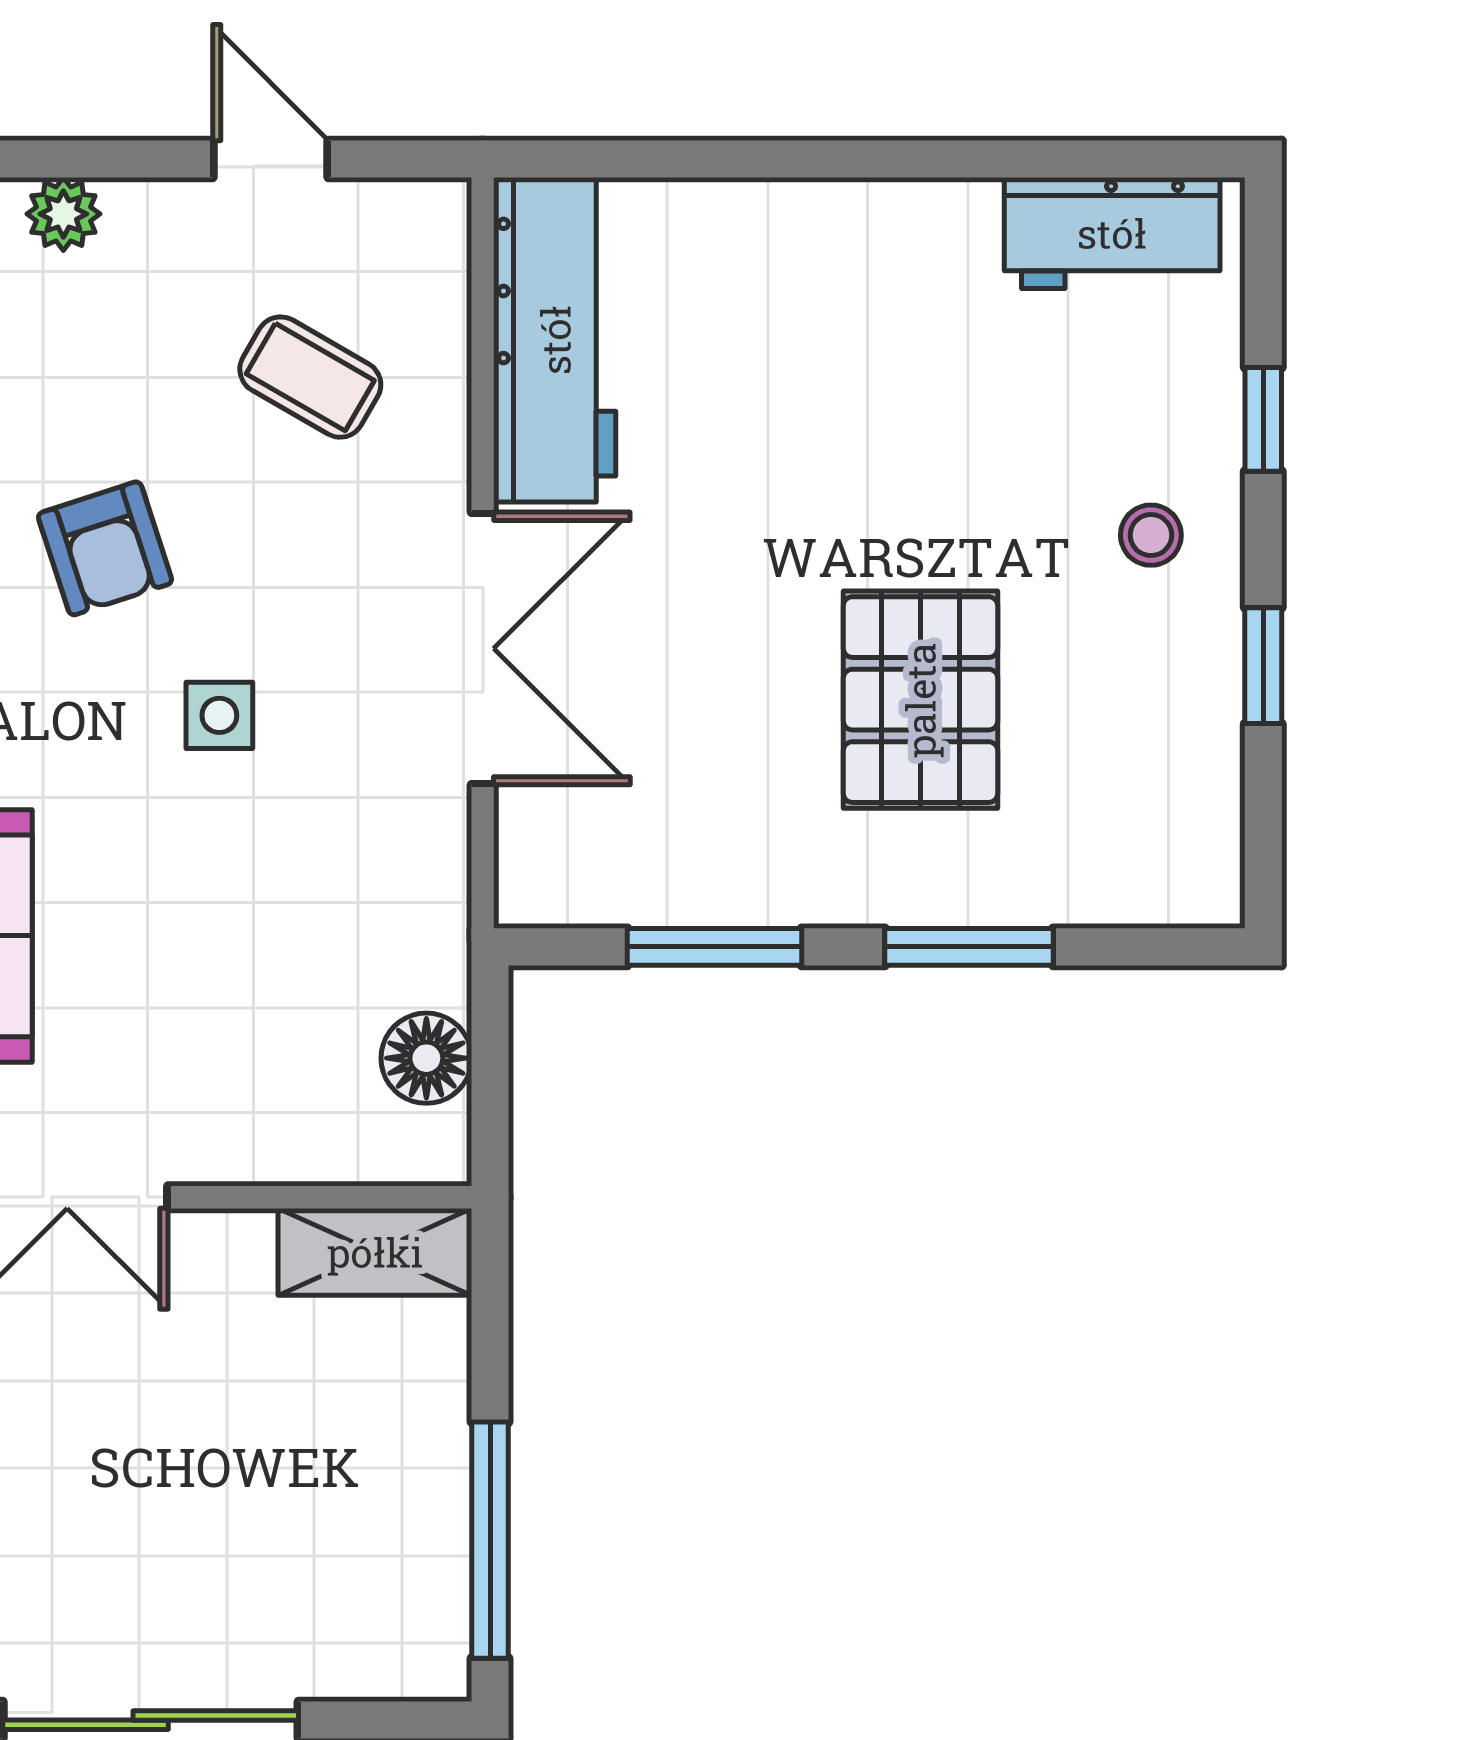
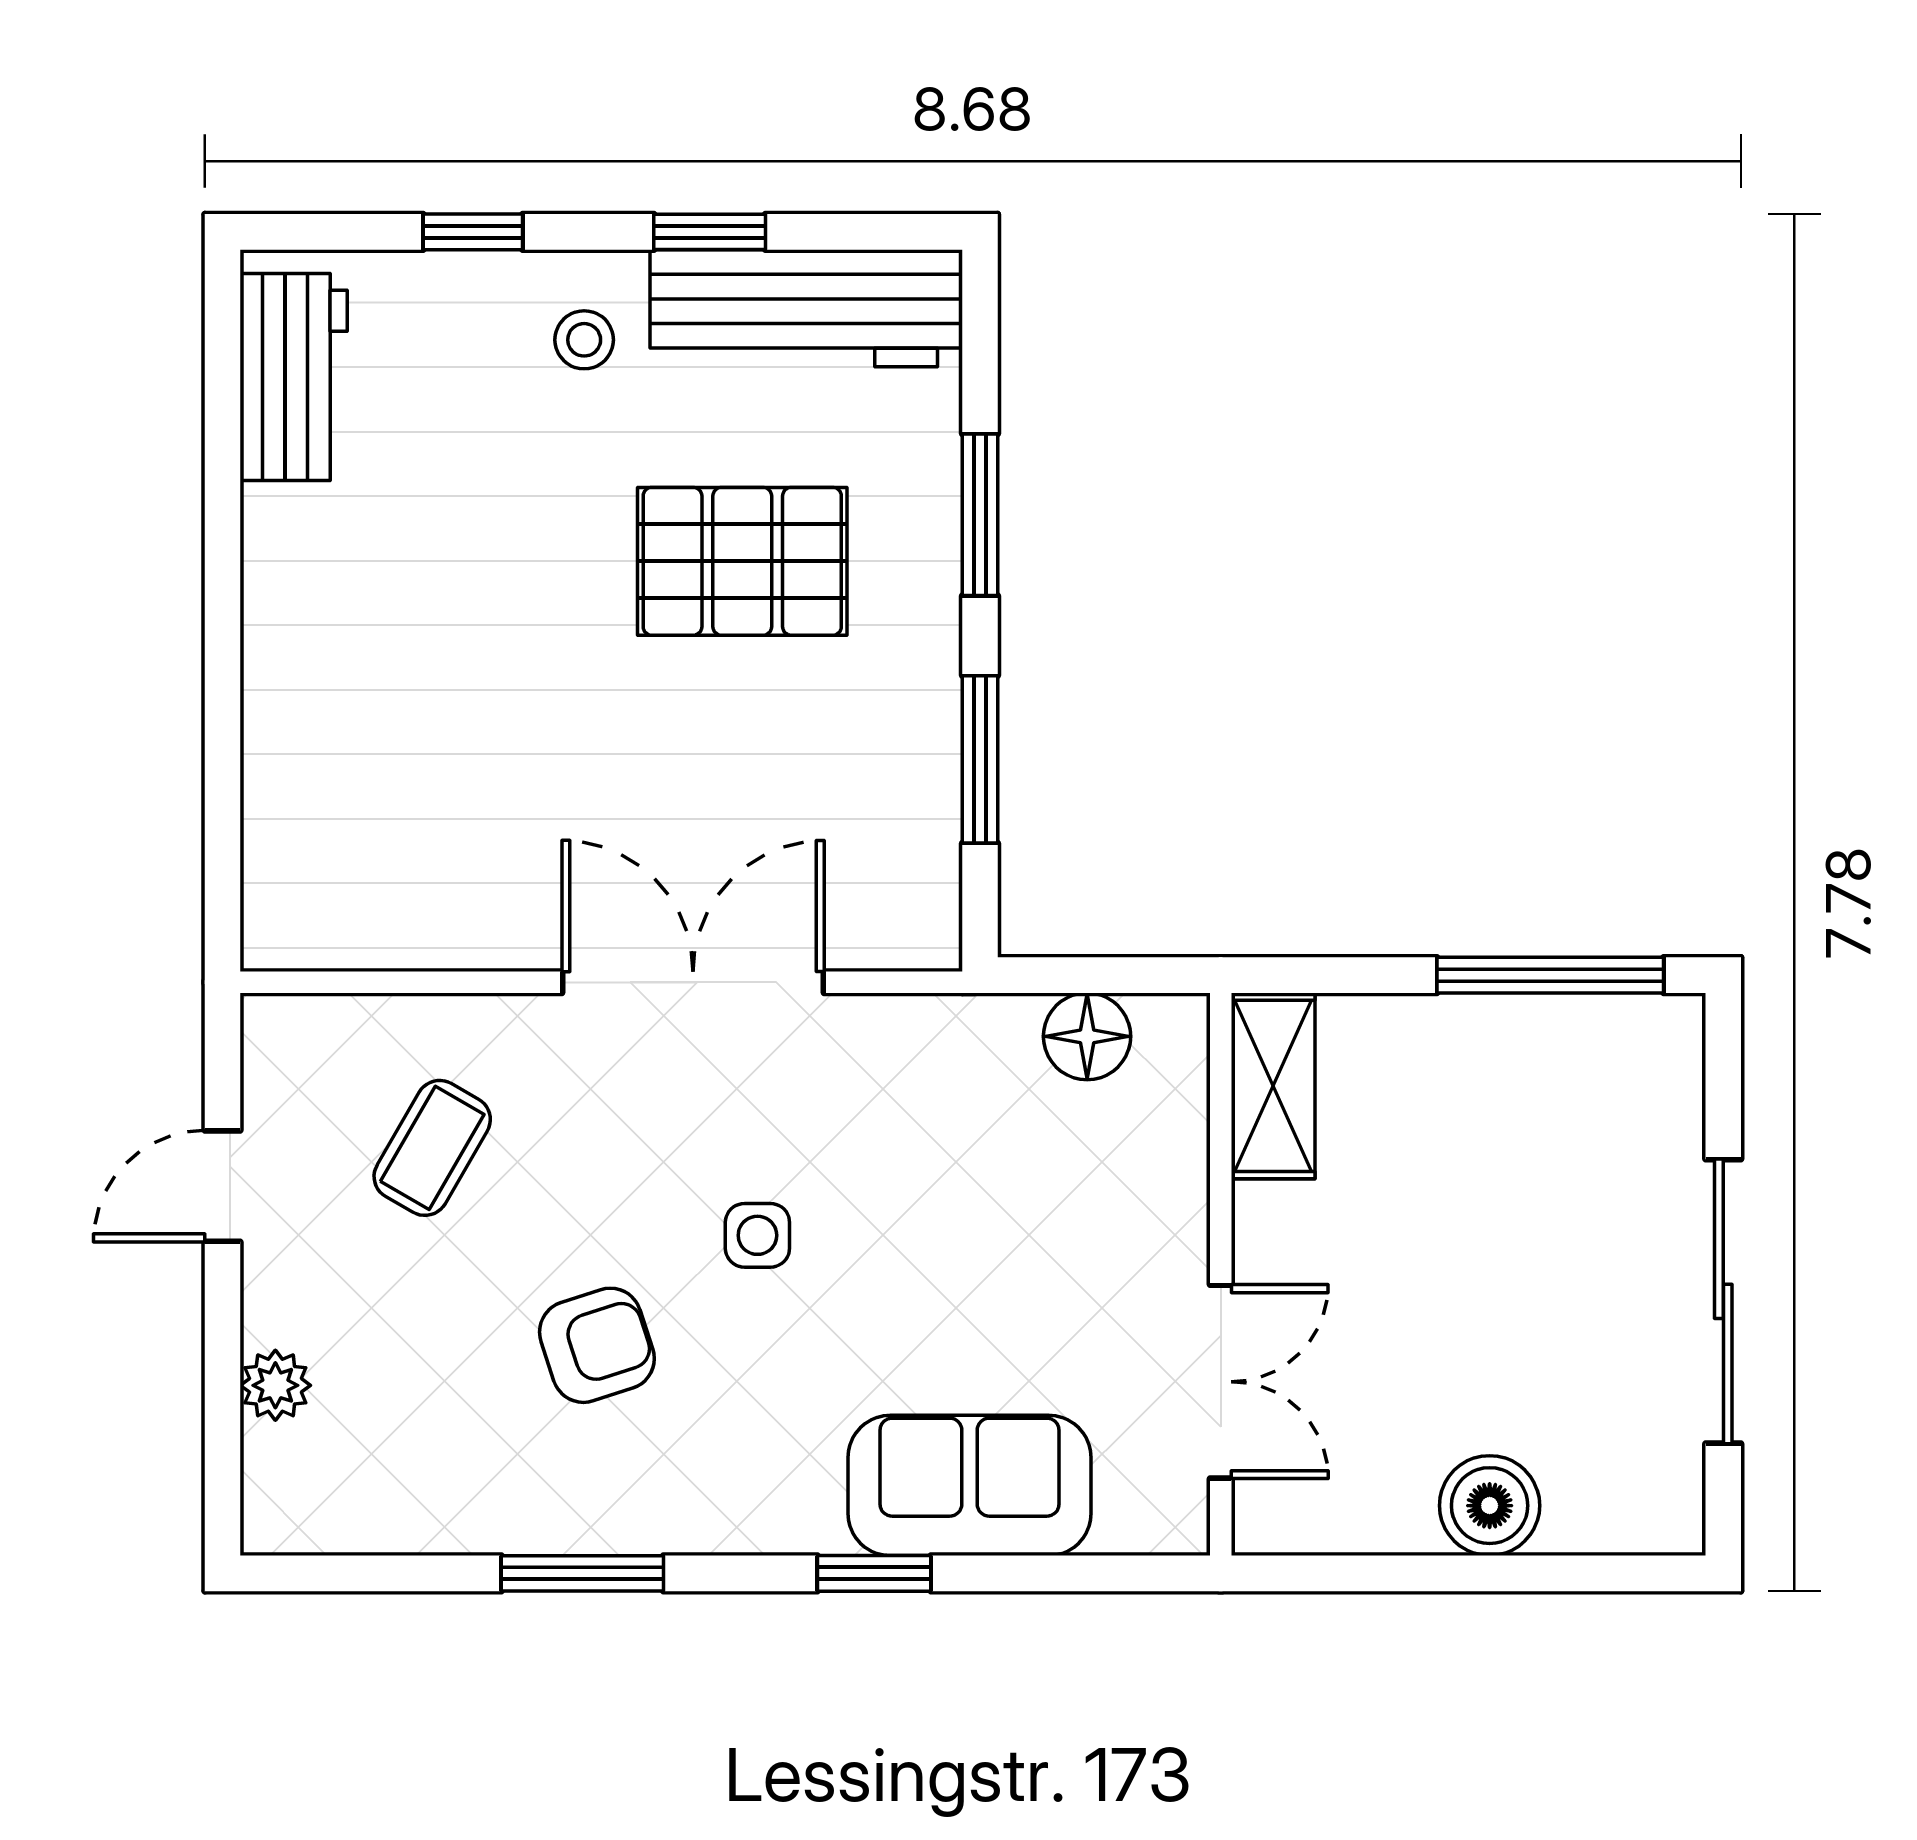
workbench: (555, 340) -> (806, 308), moved, turned 180

